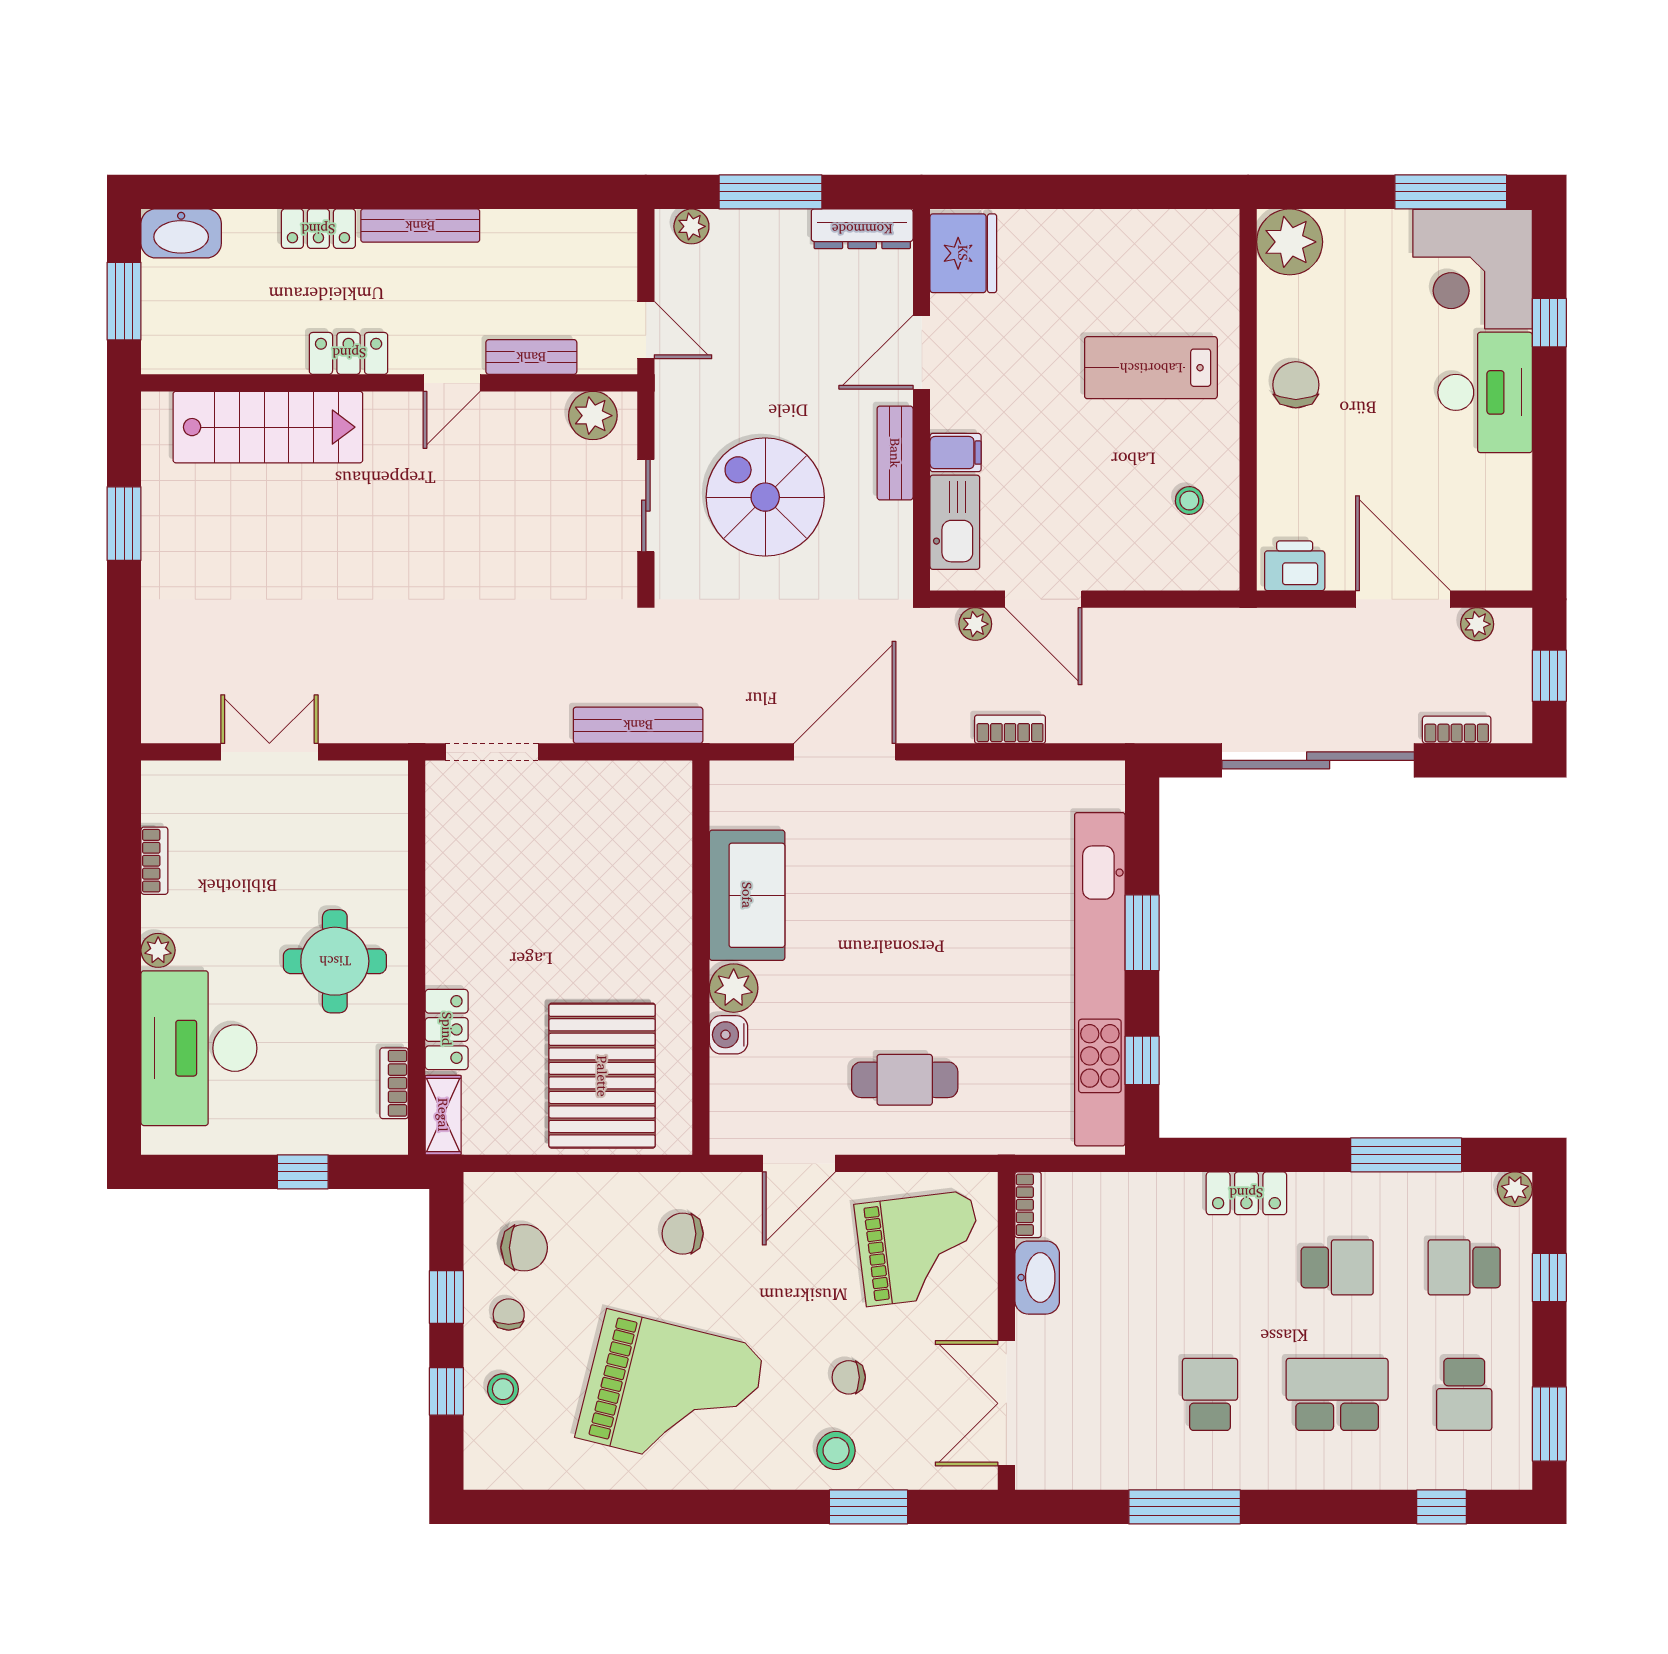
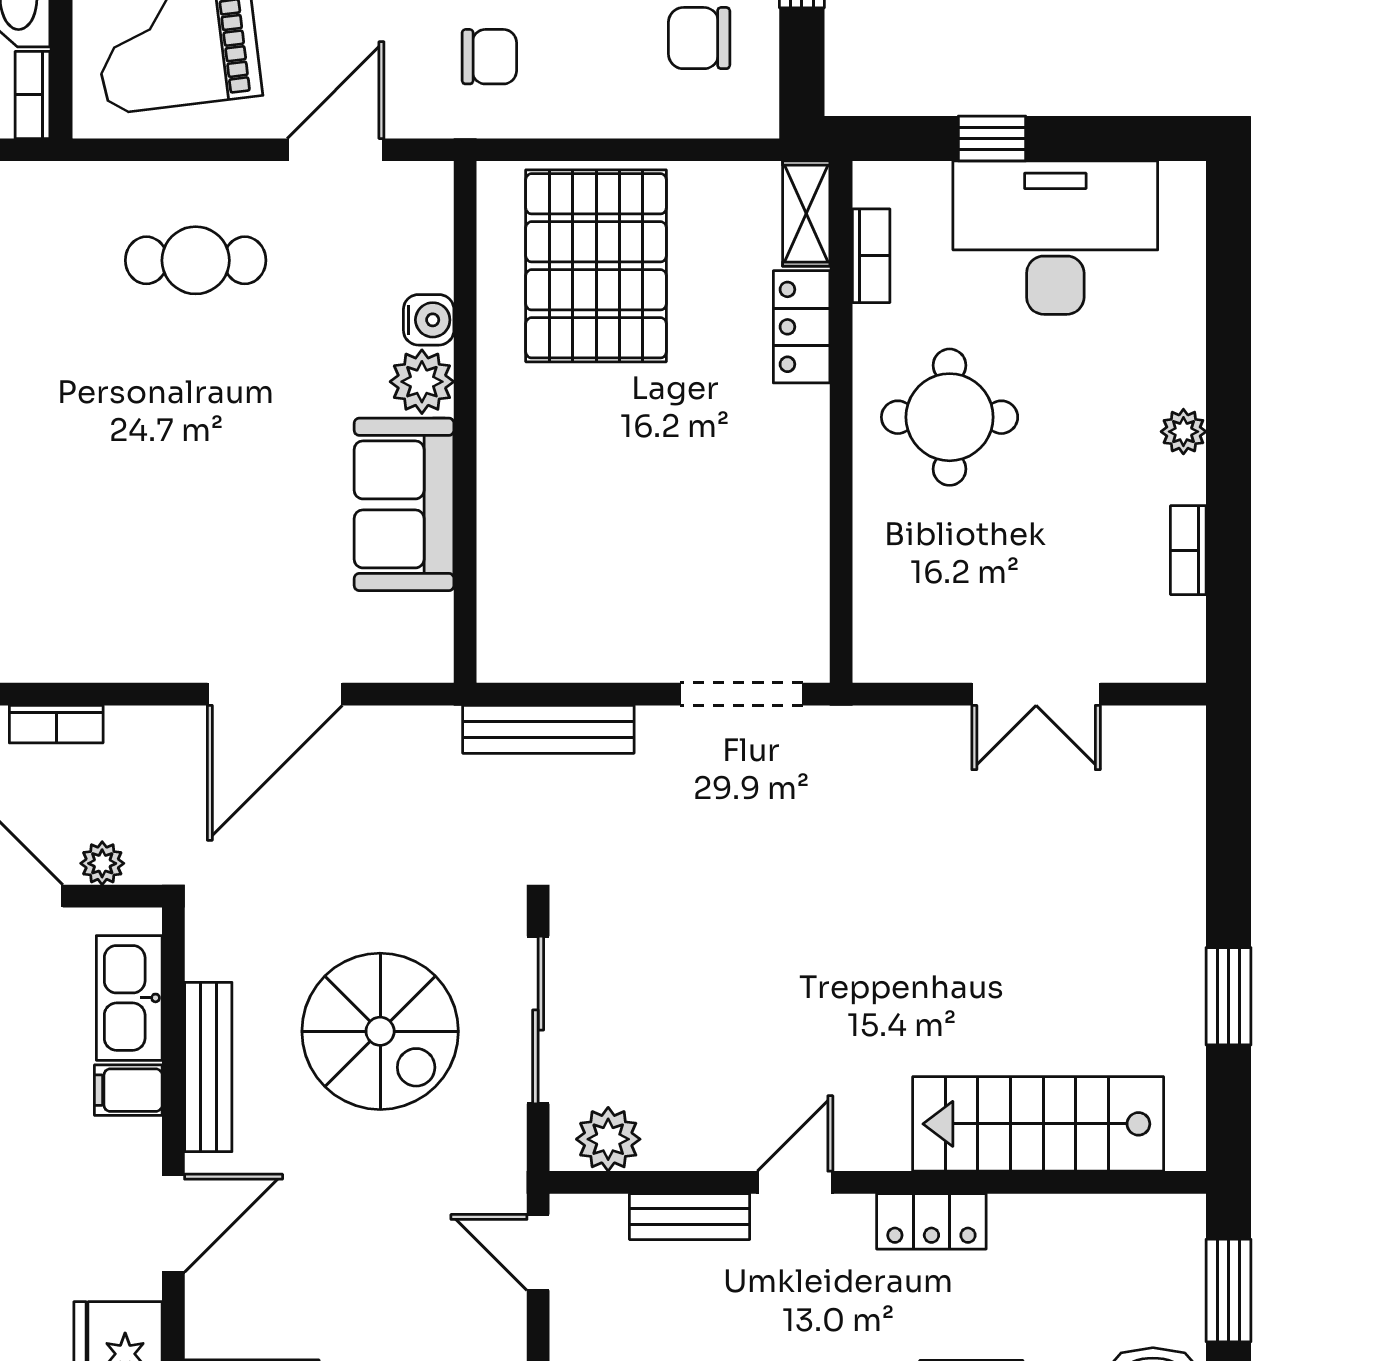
bench: (895, 453) -> (208, 1067), width x1.36
sliding door: (646, 506) -> (538, 1020), width x1.37
desk: (199, 1048) -> (1055, 238), moved, turned -90

